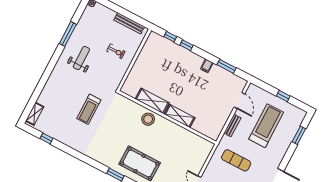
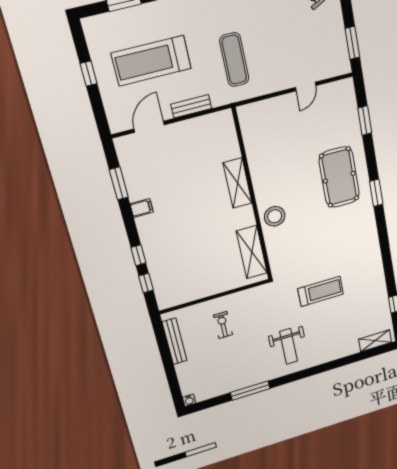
weight bench: (81, 58) -> (289, 346), moved, turned -90
shelving: (152, 101) -> (252, 252), moved

